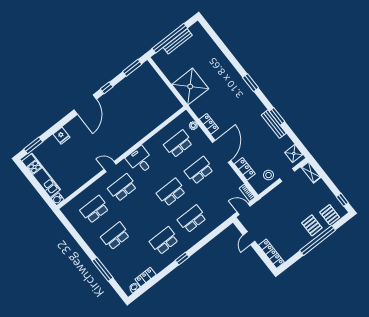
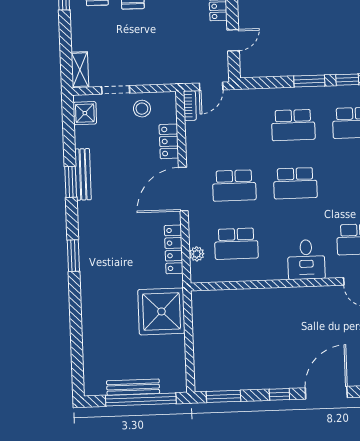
locker: (209, 124) -> (174, 249), width x1.53
door: (244, 209) -> (211, 86), hinge flipped
window: (199, 245) -> (309, 81), added

